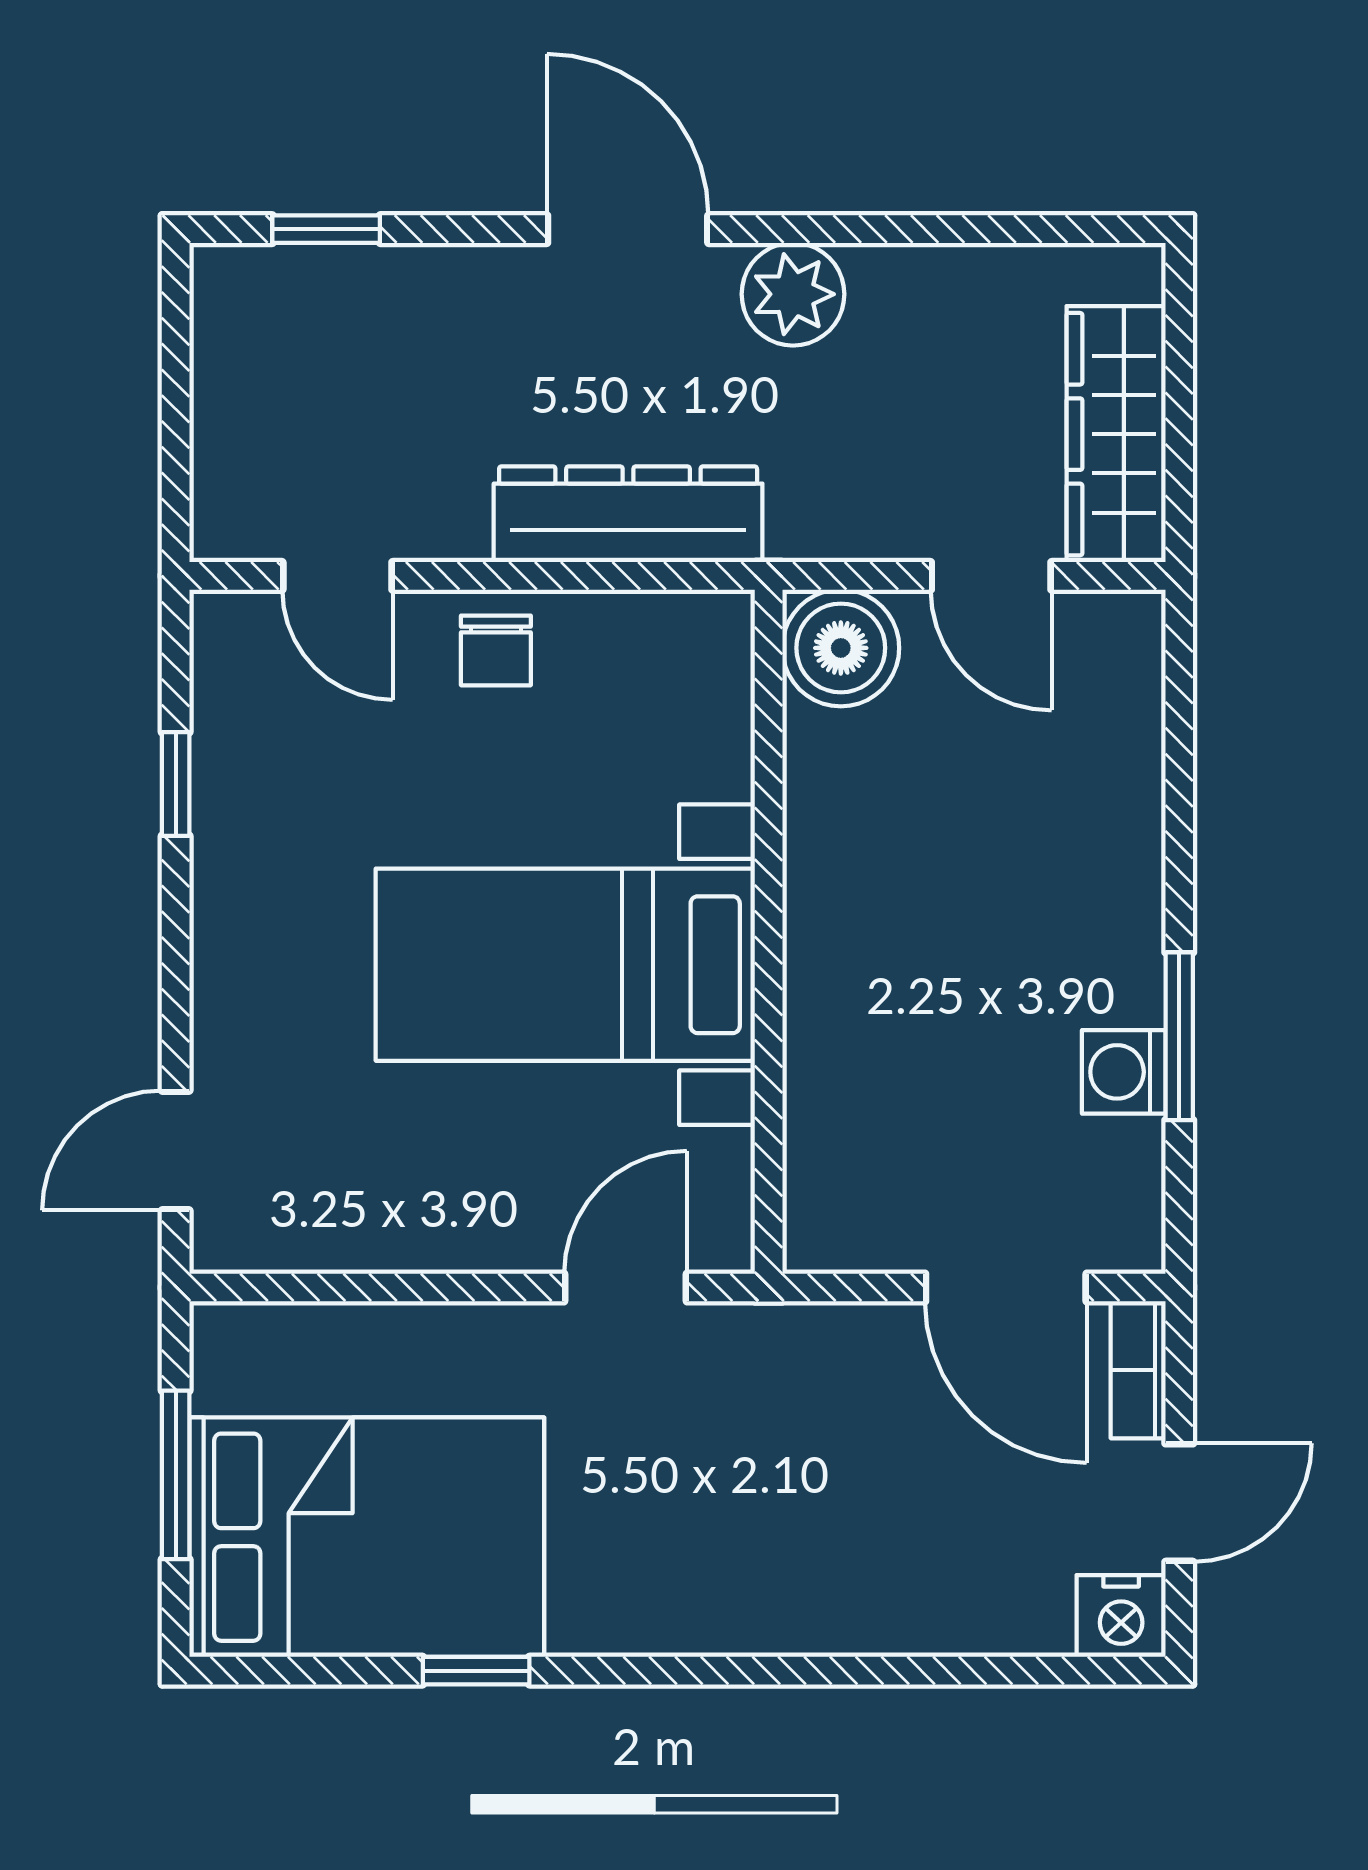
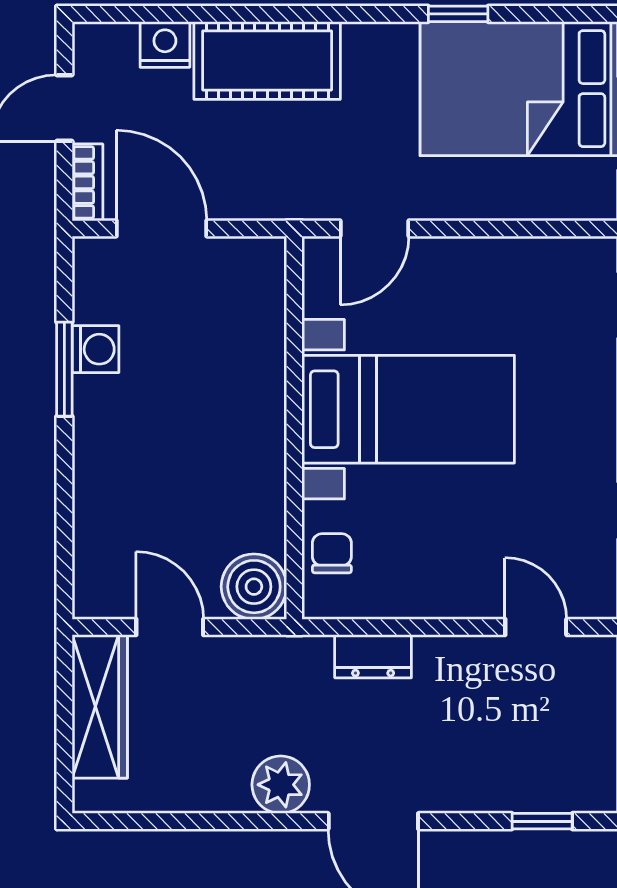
dresser: (628, 514) -> (373, 656), width x0.51, depth x0.80
chair: (496, 650) -> (332, 553), moved
cot: (817, 1587) -> (267, 60), added
nightstand: (1121, 1616) -> (165, 44), moved

